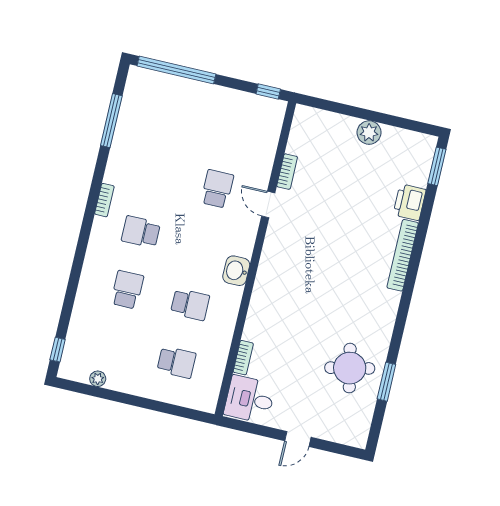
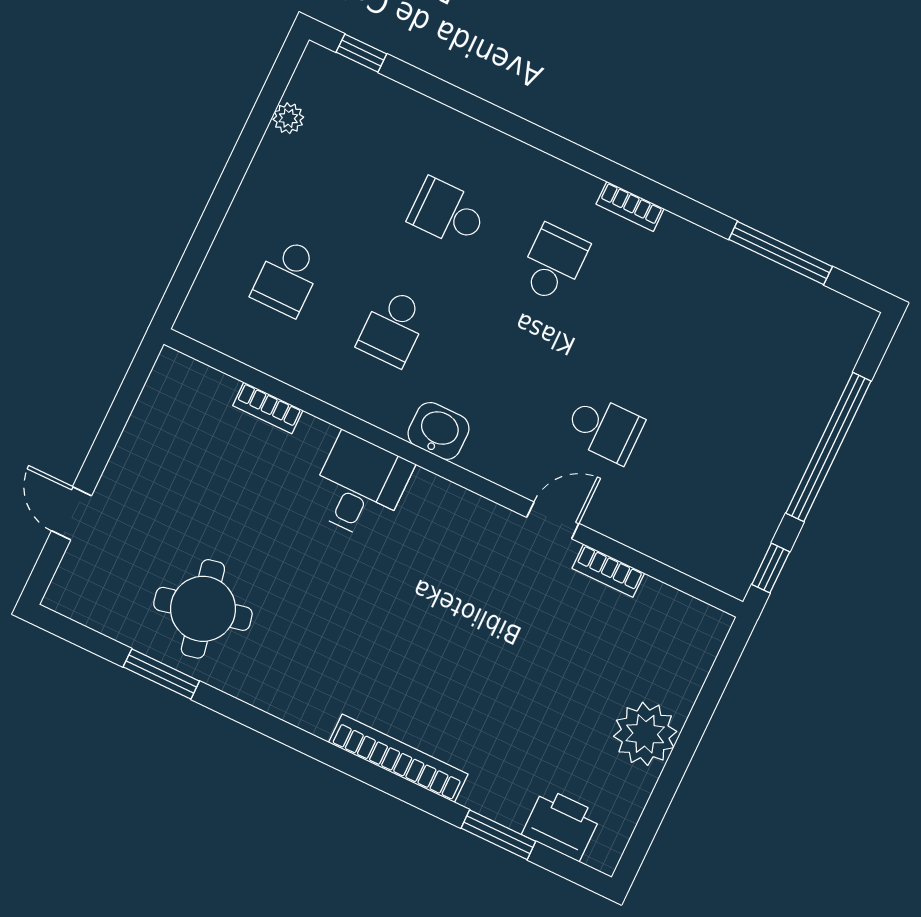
window: (176, 70) -> (828, 447), moved
plant: (369, 133) -> (645, 734), width x1.36, depth x1.36
window: (437, 166) -> (498, 835), moved
printer: (410, 202) -> (562, 824), moved
school desk: (127, 290) -> (448, 213), turned 180
desk: (250, 399) -> (360, 486), moved
door: (298, 439) -> (72, 513), moved

